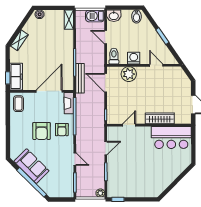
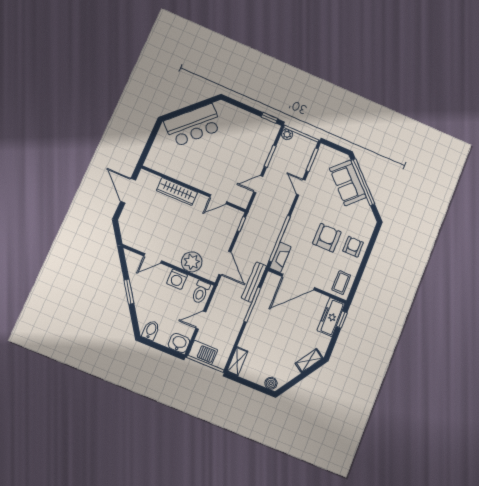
door: (106, 37) -> (201, 320), swing flipped
door: (156, 65) -> (153, 258), hinge flipped
armchair: (62, 130) -> (353, 247), moved
bar counter: (171, 137) -> (193, 125), moved, turned 135
sofa: (31, 166) -> (348, 183), moved

